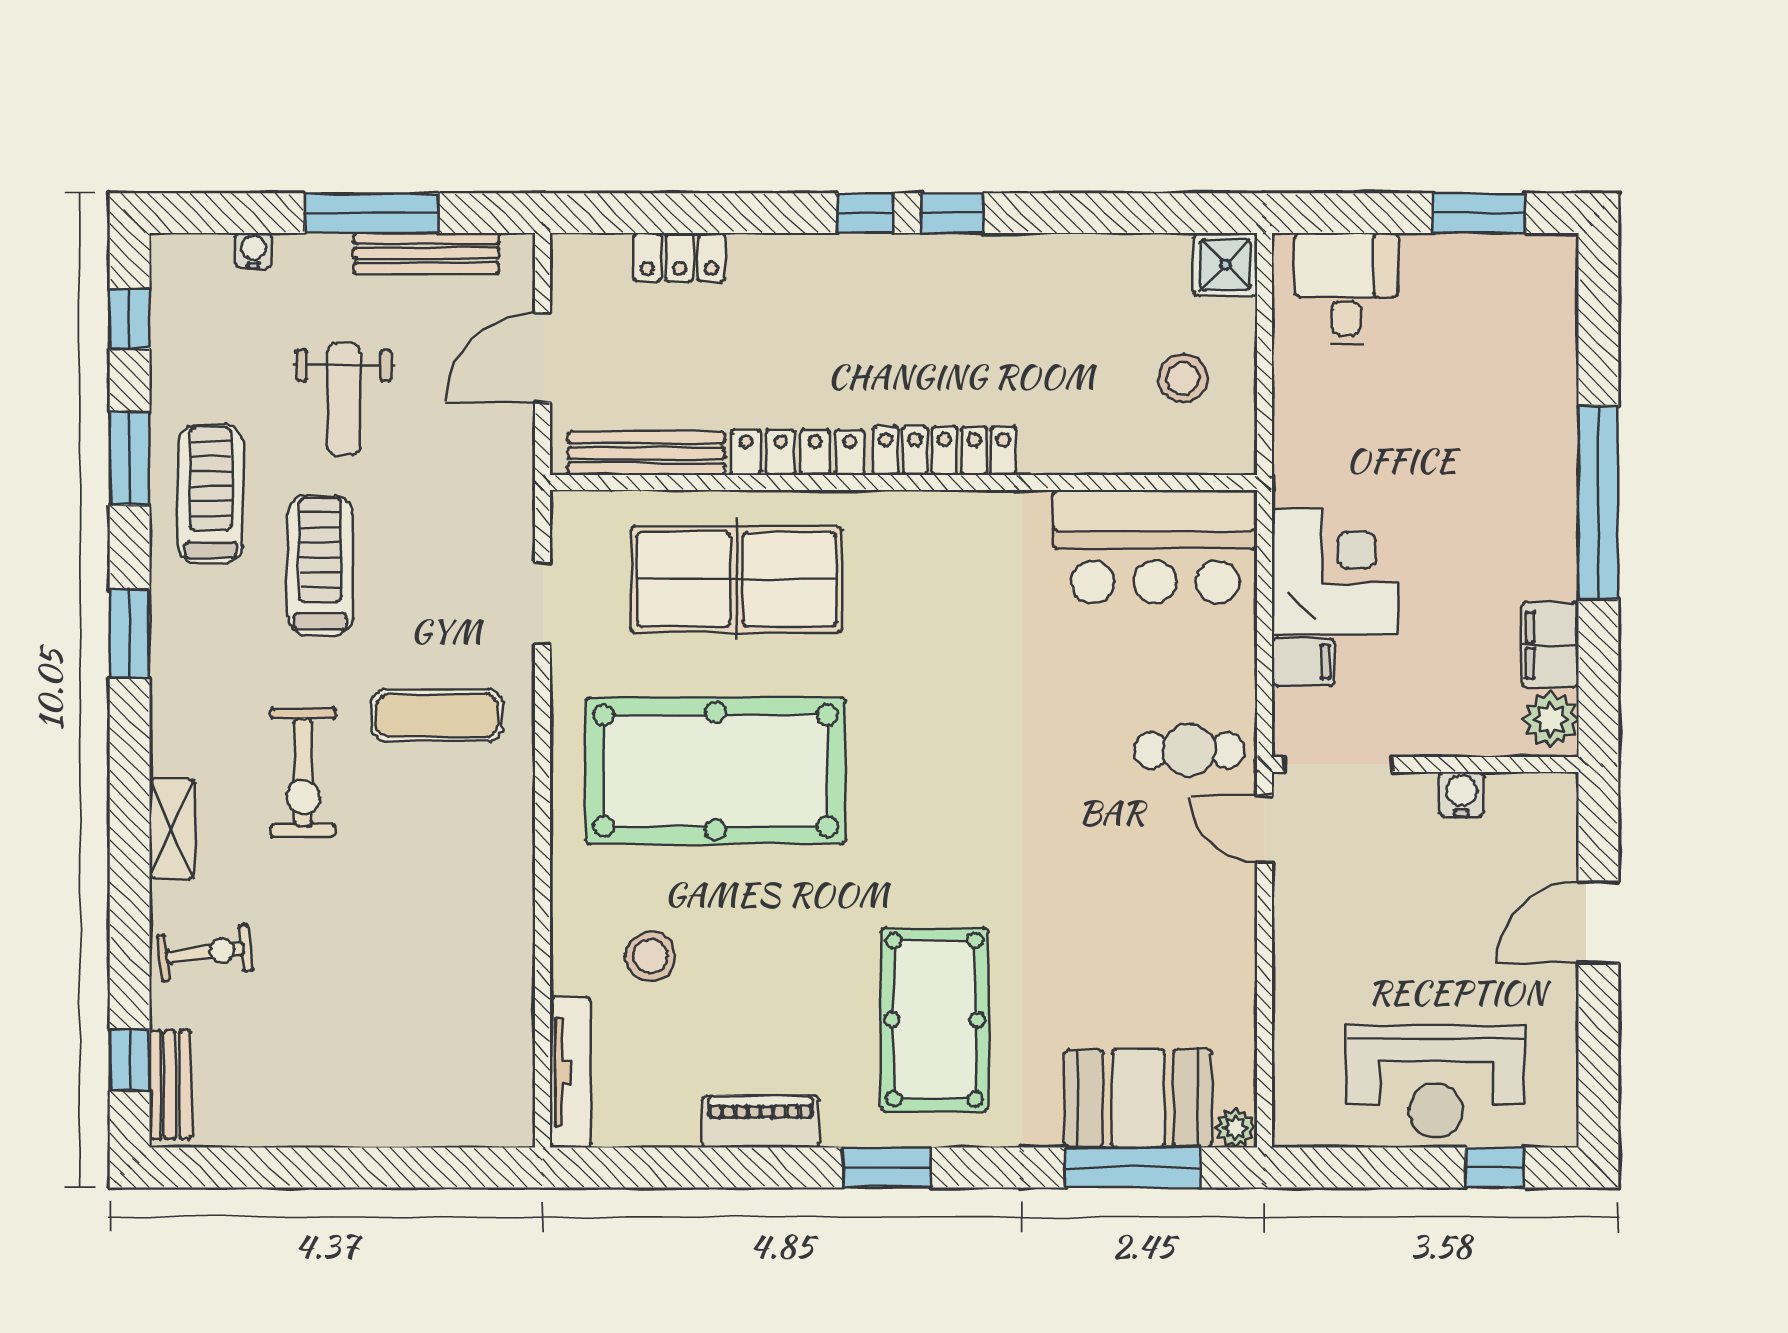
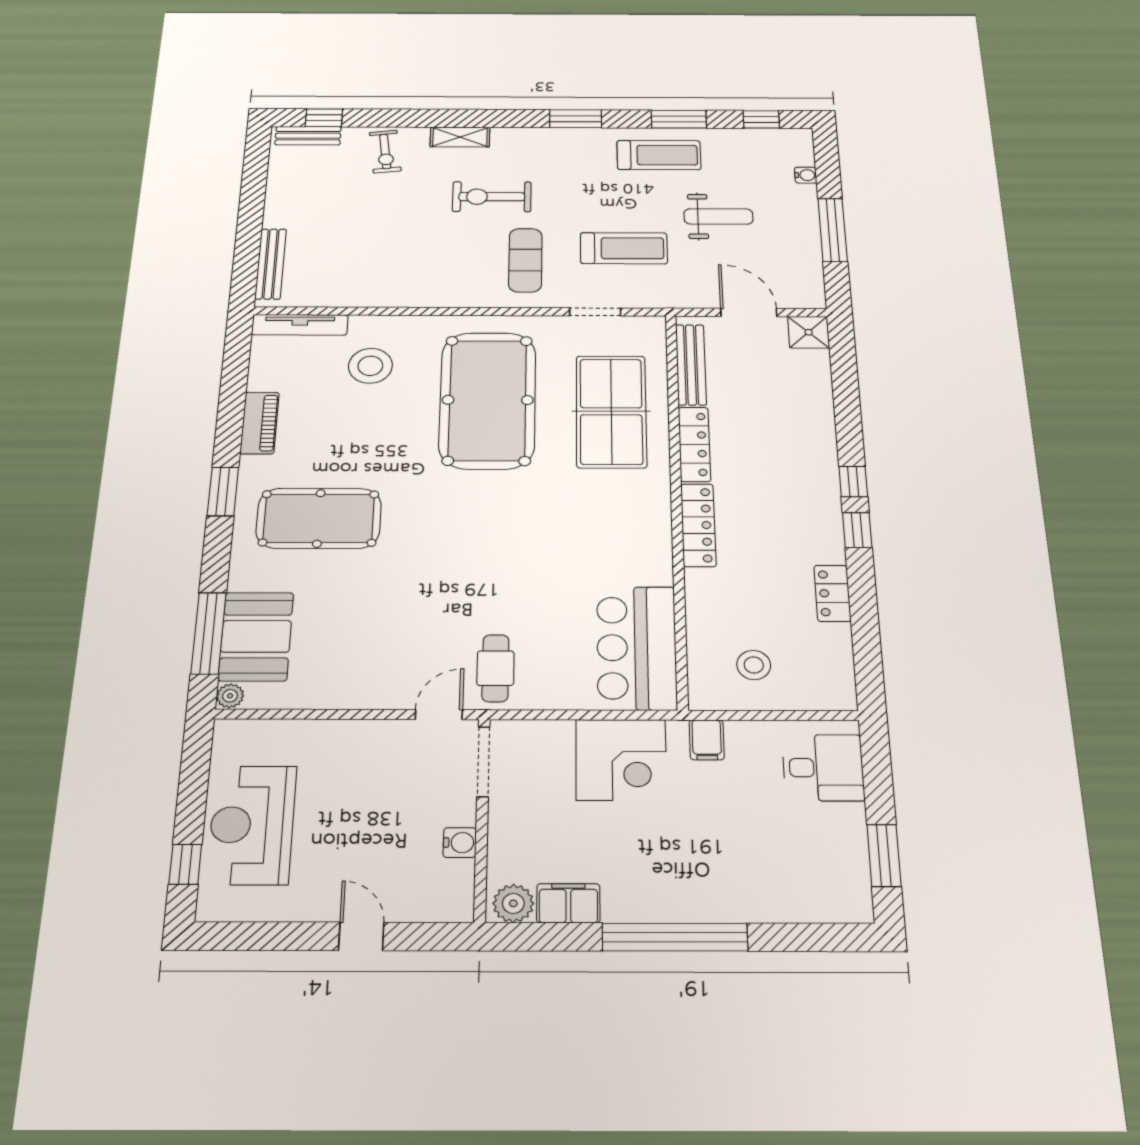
bench: (427, 253) -> (271, 264), moved
locker: (679, 257) -> (832, 593), moved
shower: (1225, 265) -> (809, 332), moved
weight bench: (344, 399) -> (718, 216), turned 180
treadmill: (320, 565) -> (624, 248), moved
filing cabinet: (1303, 662) -> (707, 740), moved
door: (1598, 923) -> (361, 936), width x0.73
stool: (651, 956) -> (370, 366), width x1.38, depth x1.38

